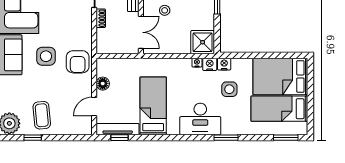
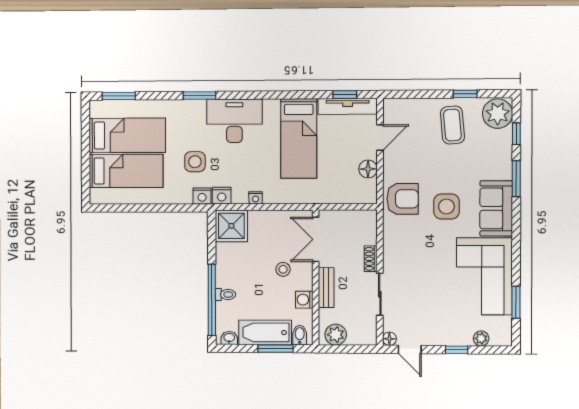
armchair: (78, 62) -> (403, 199), turned 90
nightstand: (197, 63) -> (256, 198), moved
bed: (280, 76) -> (126, 171), width x0.67

